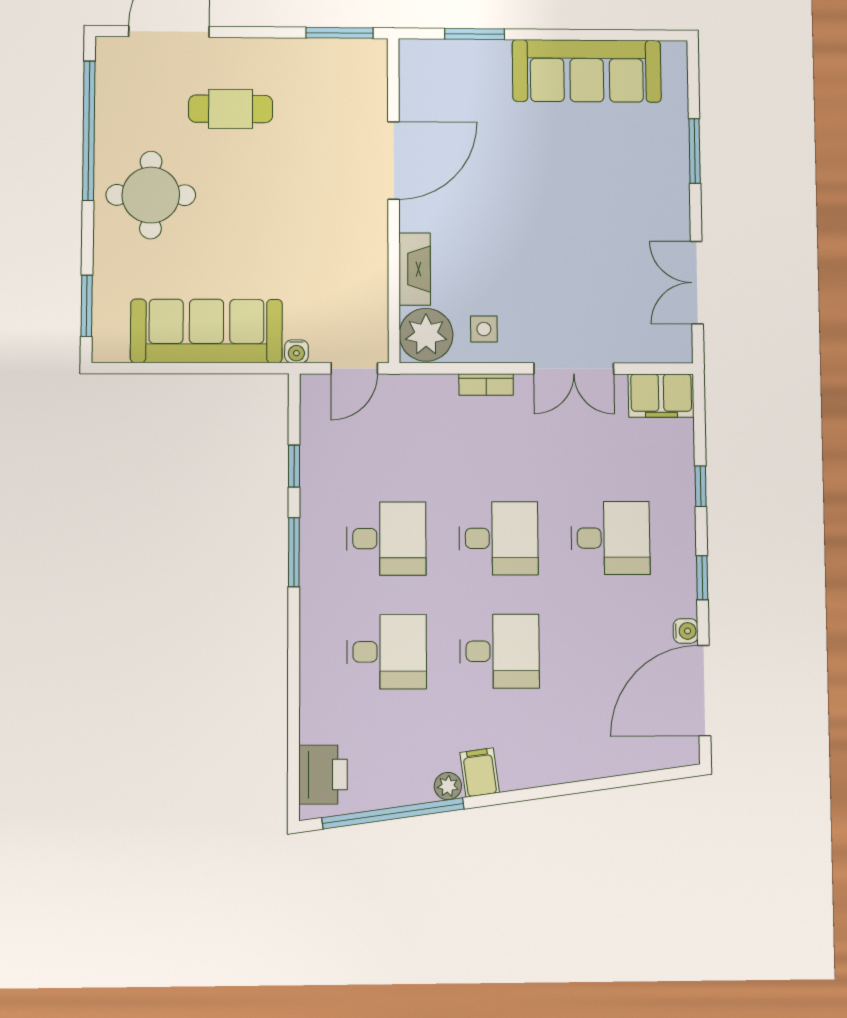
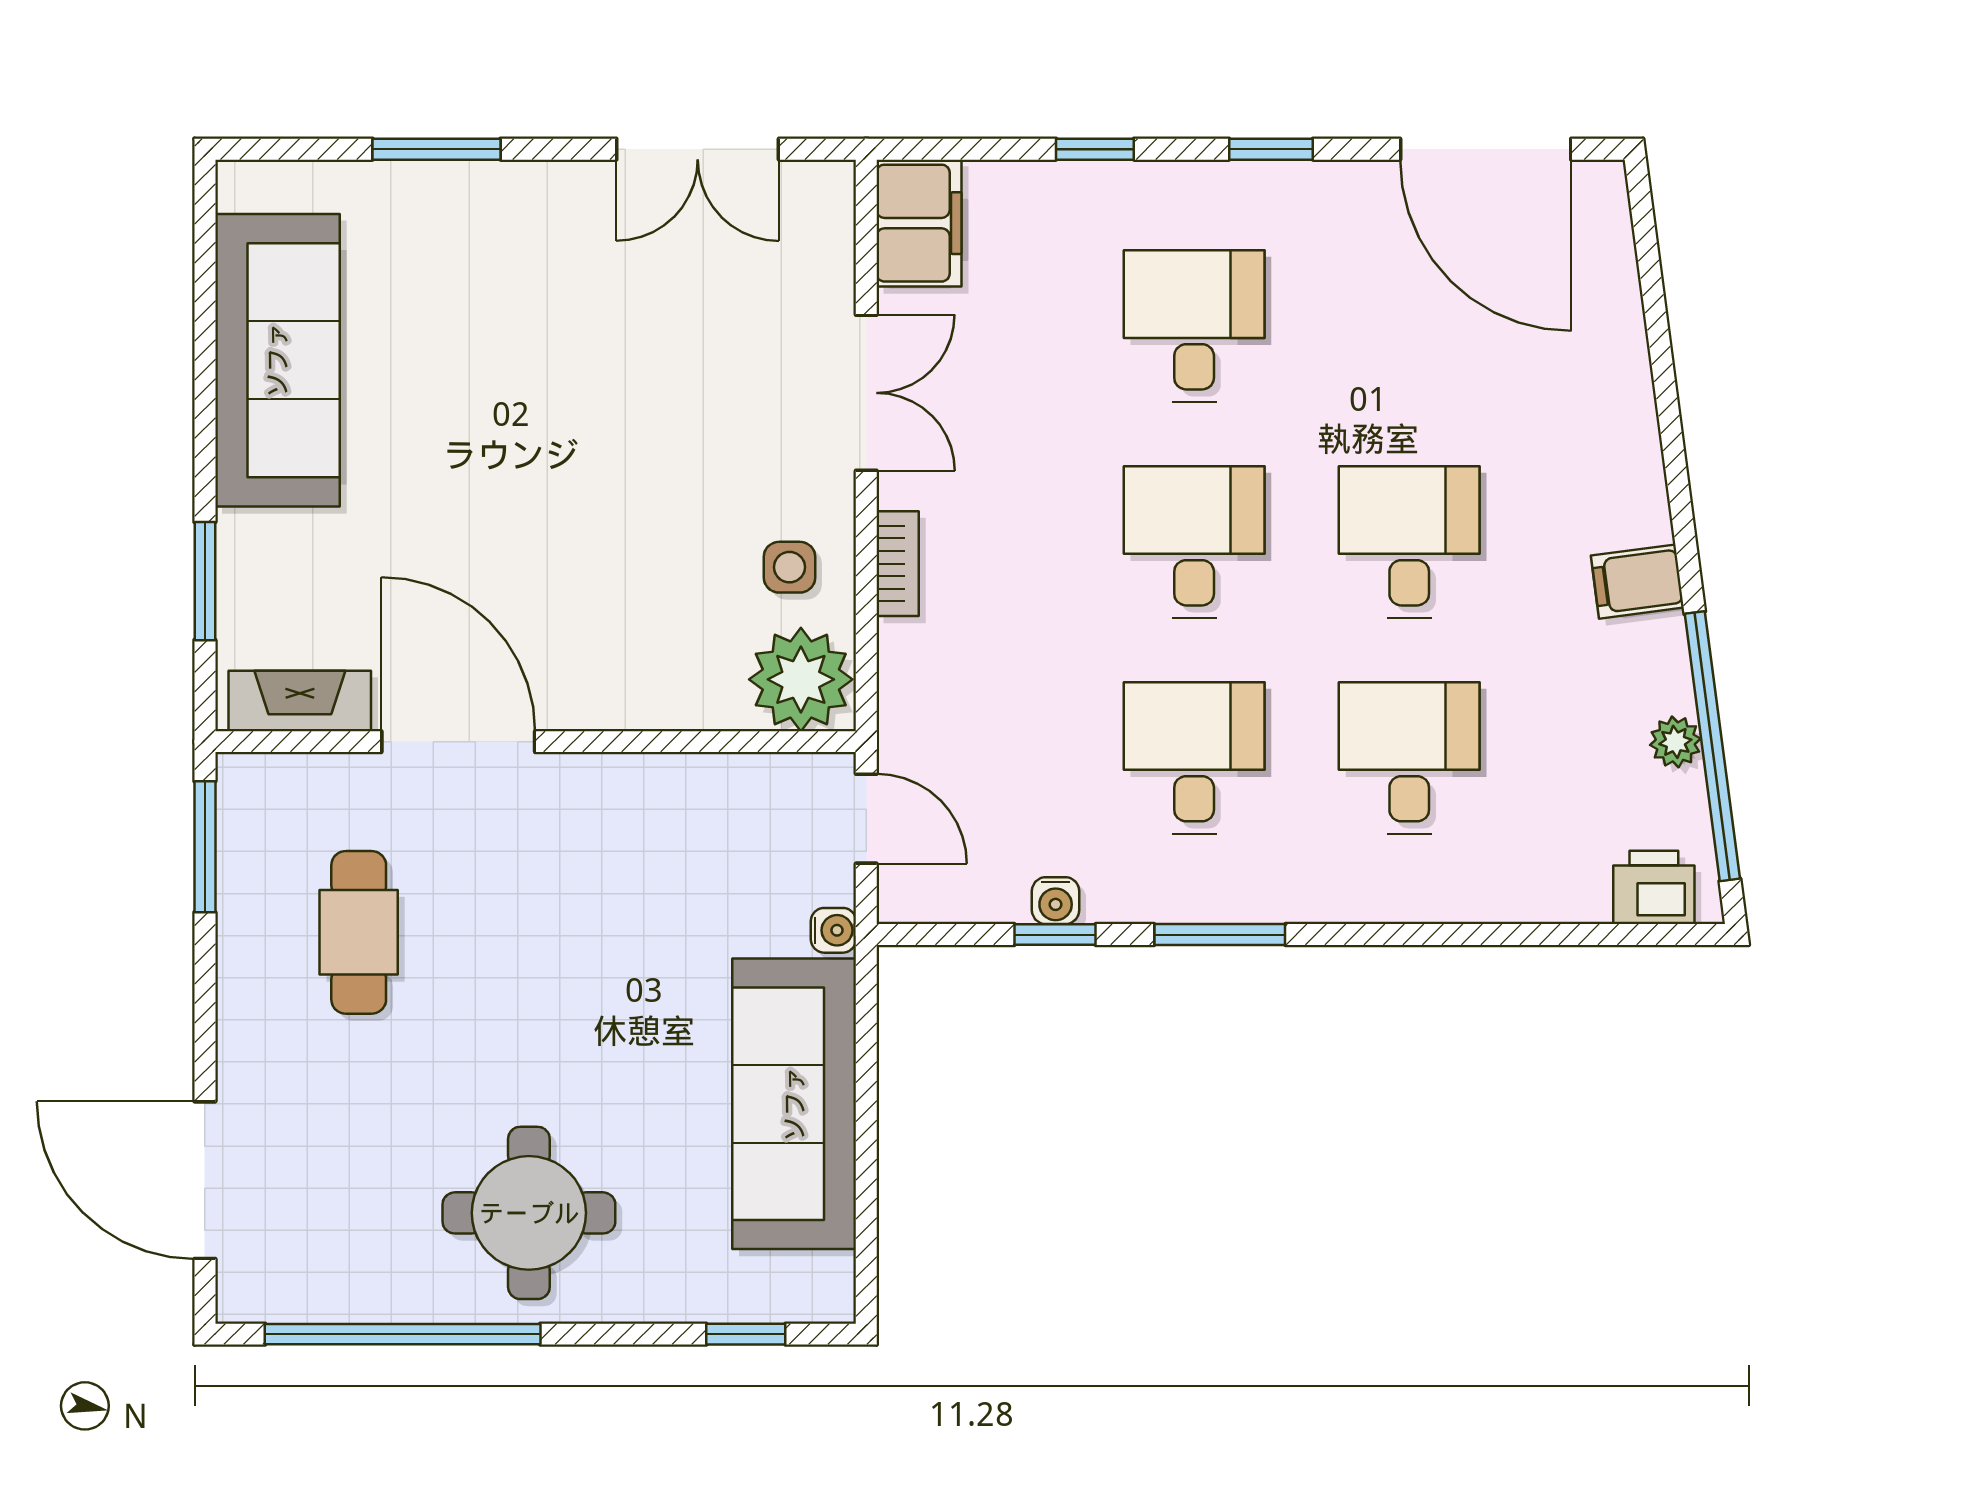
cafe table: (231, 109) -> (359, 932), moved
fireplace: (415, 269) -> (300, 701), moved
window: (87, 306) -> (746, 1334), width x0.67
water cooler: (686, 631) -> (1056, 901), moved, turned 180
printer: (323, 775) -> (1654, 887), width x0.73, depth x0.81
plant: (448, 786) -> (1675, 742), moved

